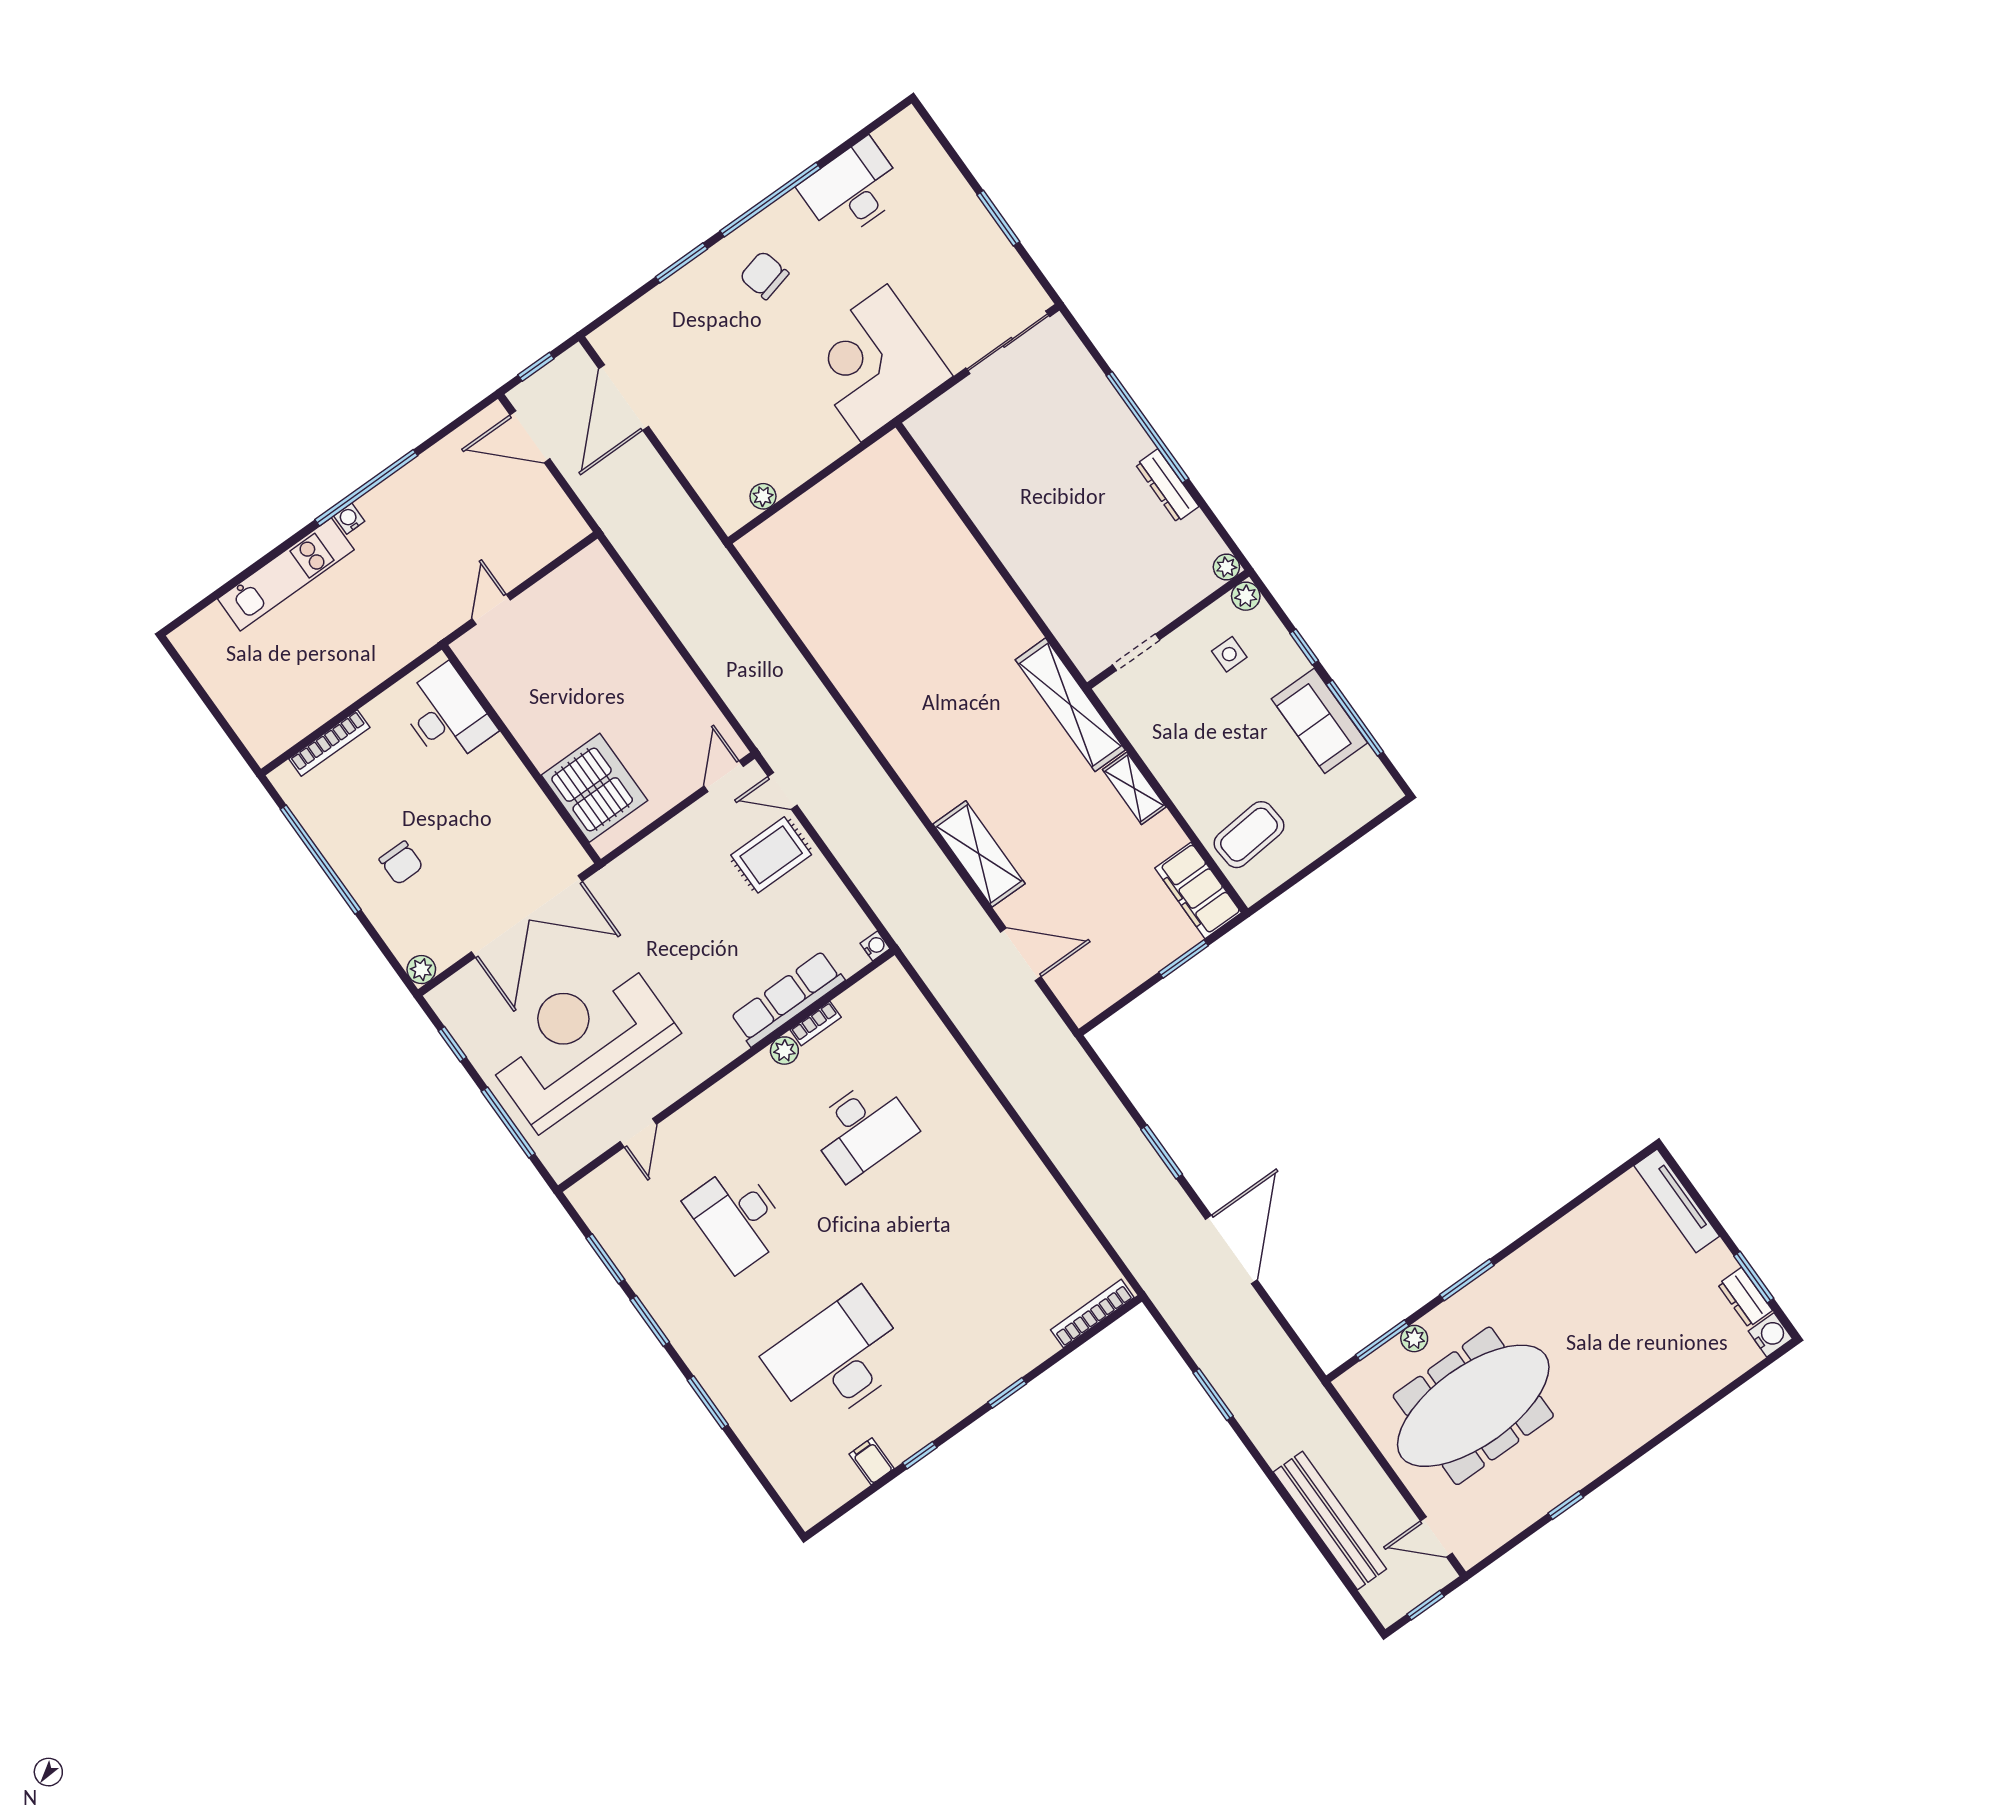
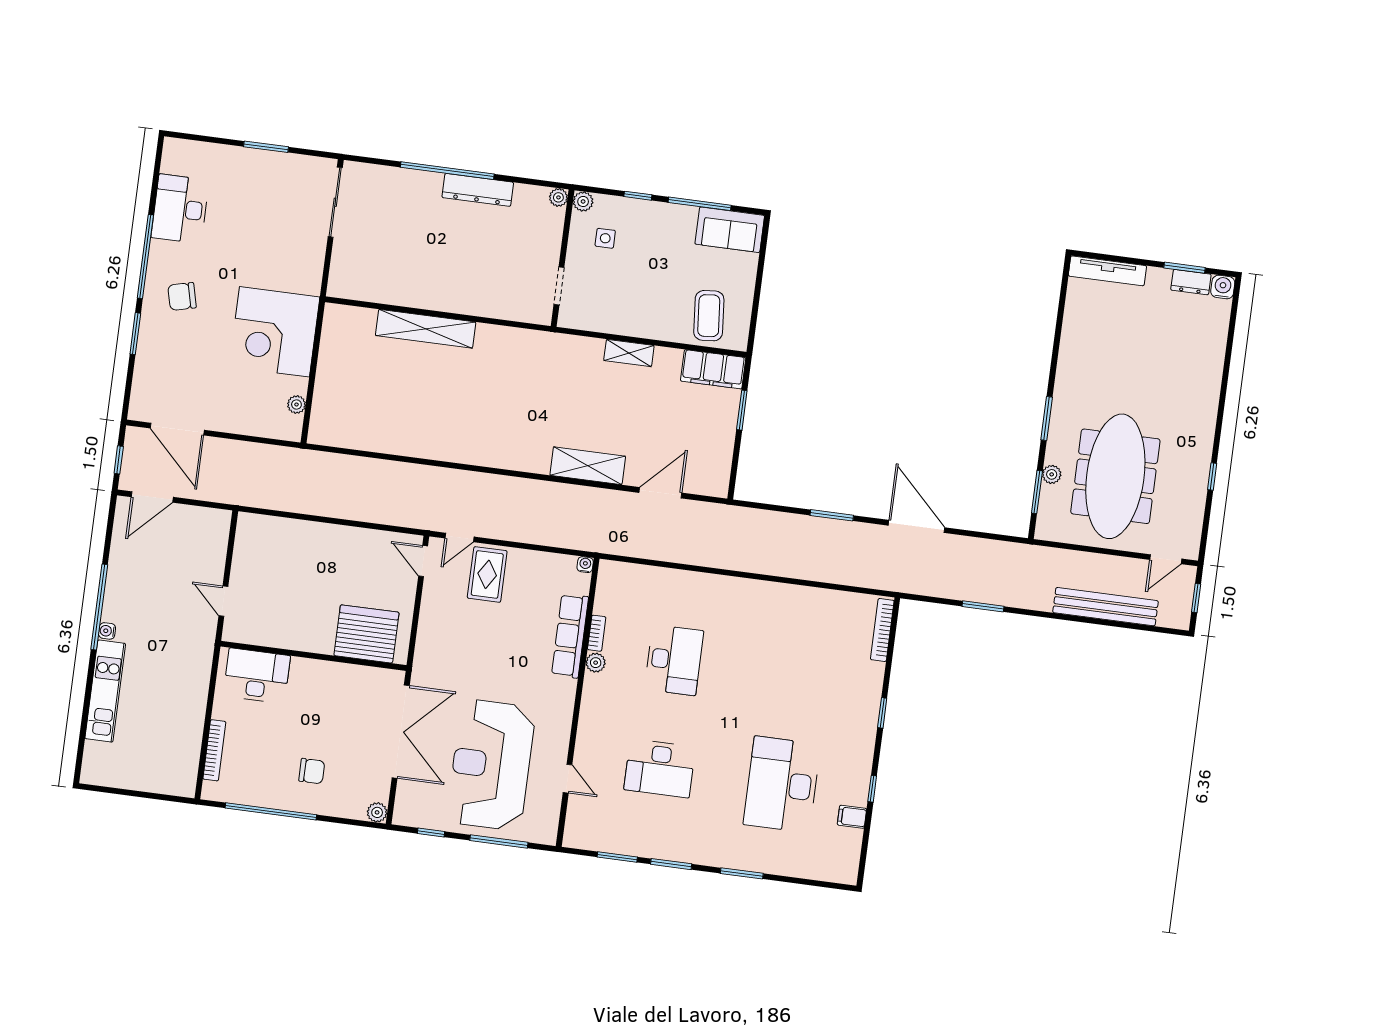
corner desk: (874, 363) -> (274, 332), moved
dresser: (1167, 486) -> (478, 190), width x1.37, depth x1.24
shelving: (1070, 705) -> (426, 329), moved
sofa: (1319, 721) -> (730, 230), moved

